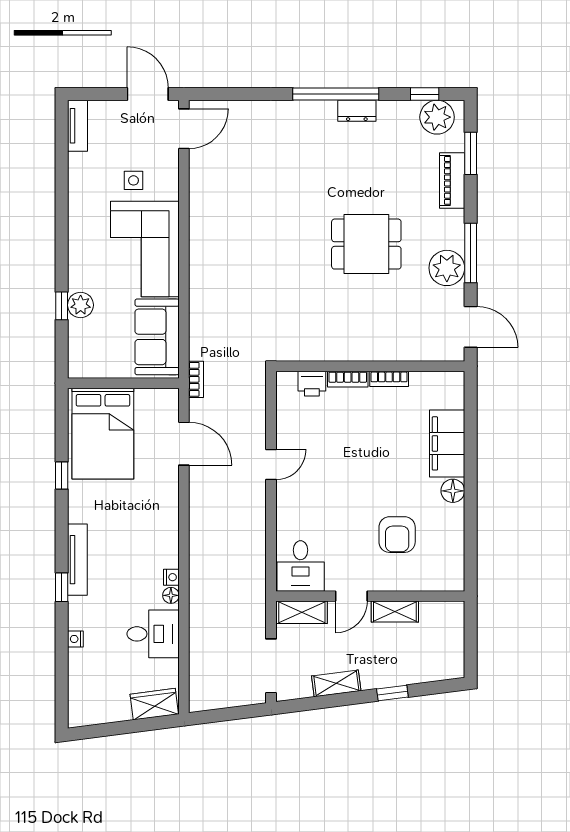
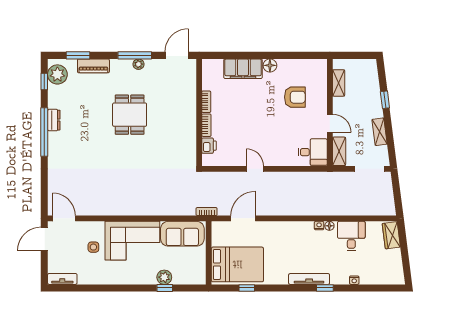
plant: (447, 268) -> (138, 64), width x0.53, depth x0.53
window: (62, 476) -> (247, 288), moved
shelving: (395, 612) -> (339, 83), moved

